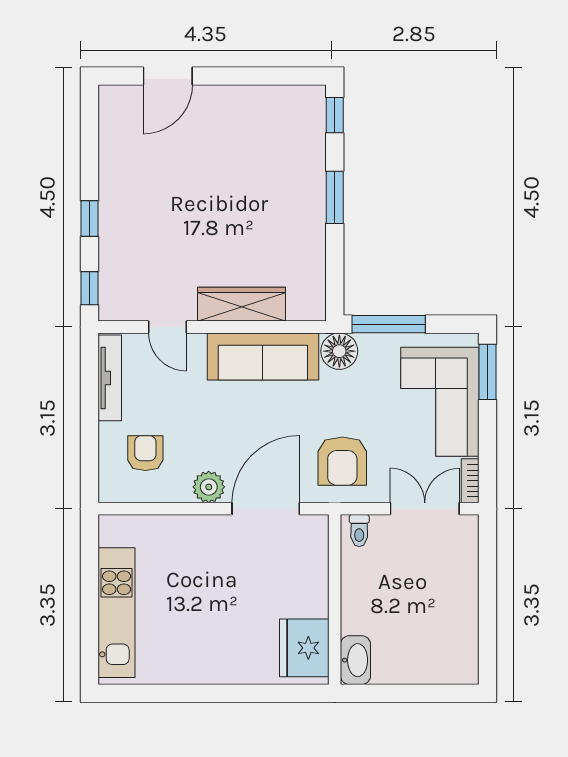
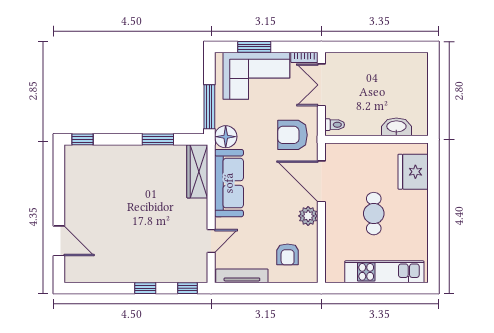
window: (335, 197) -> (158, 139), moved
wardrobe: (241, 304) -> (197, 171), moved
window: (488, 372) -> (254, 47), moved
armchair: (145, 453) -> (288, 254), turned -90
armchair: (342, 461) -> (292, 135), turned 180
cafe table: (213, 595) -> (374, 214), added
fridge: (304, 648) -> (413, 172), moved, turned 90
washbasin: (355, 660) -> (396, 127), moved

